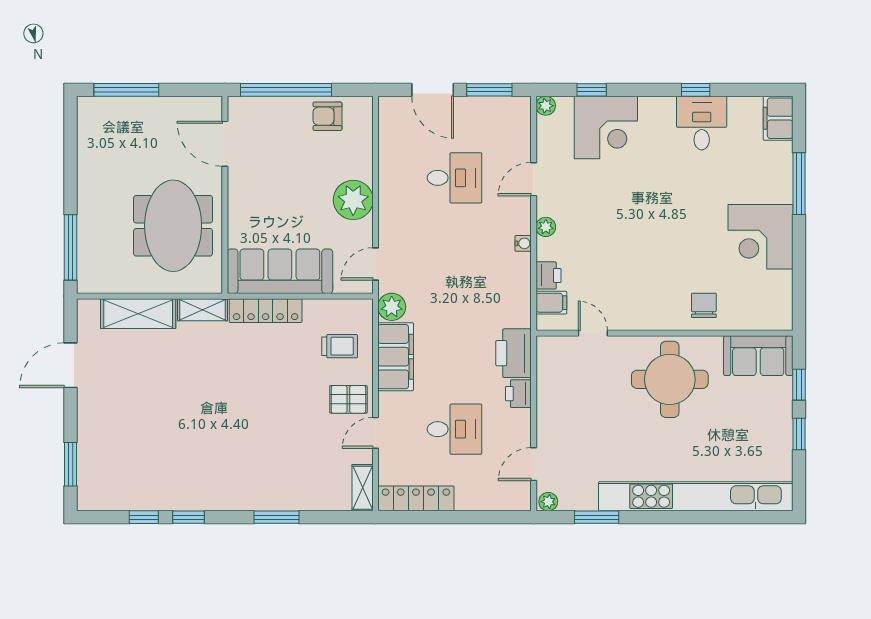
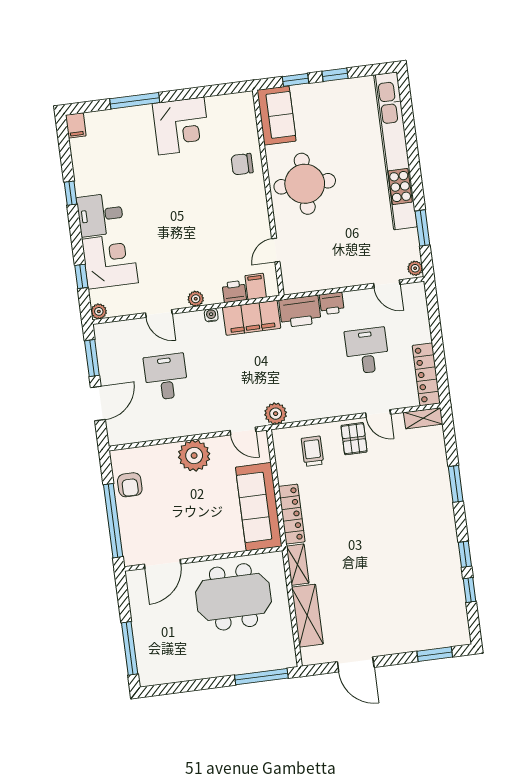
filing cabinet: (778, 118) -> (76, 125), width x0.50
desk: (702, 123) -> (100, 215), moved
filing cabinet: (396, 357) -> (252, 318), moved, turned 180

